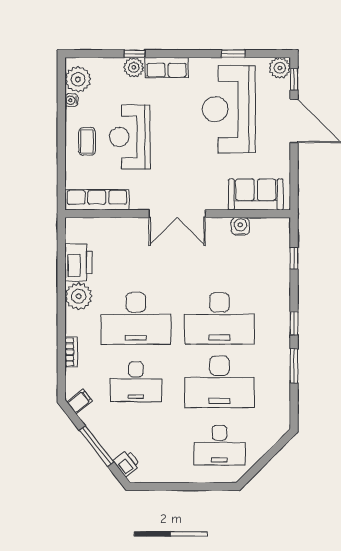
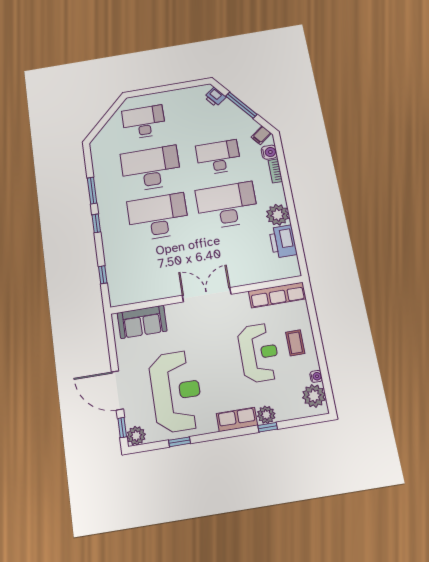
water cooler: (240, 226) -> (269, 152), moved, turned -90

